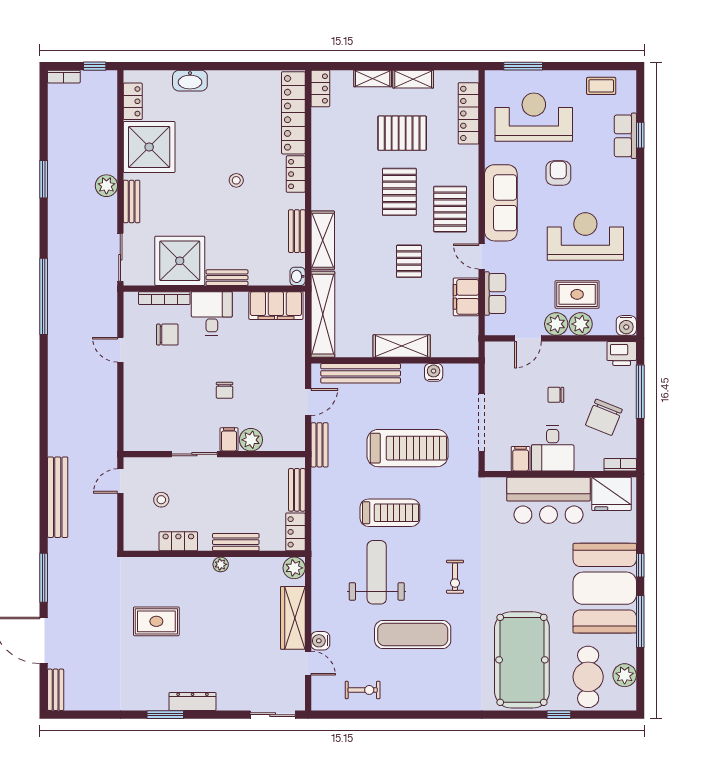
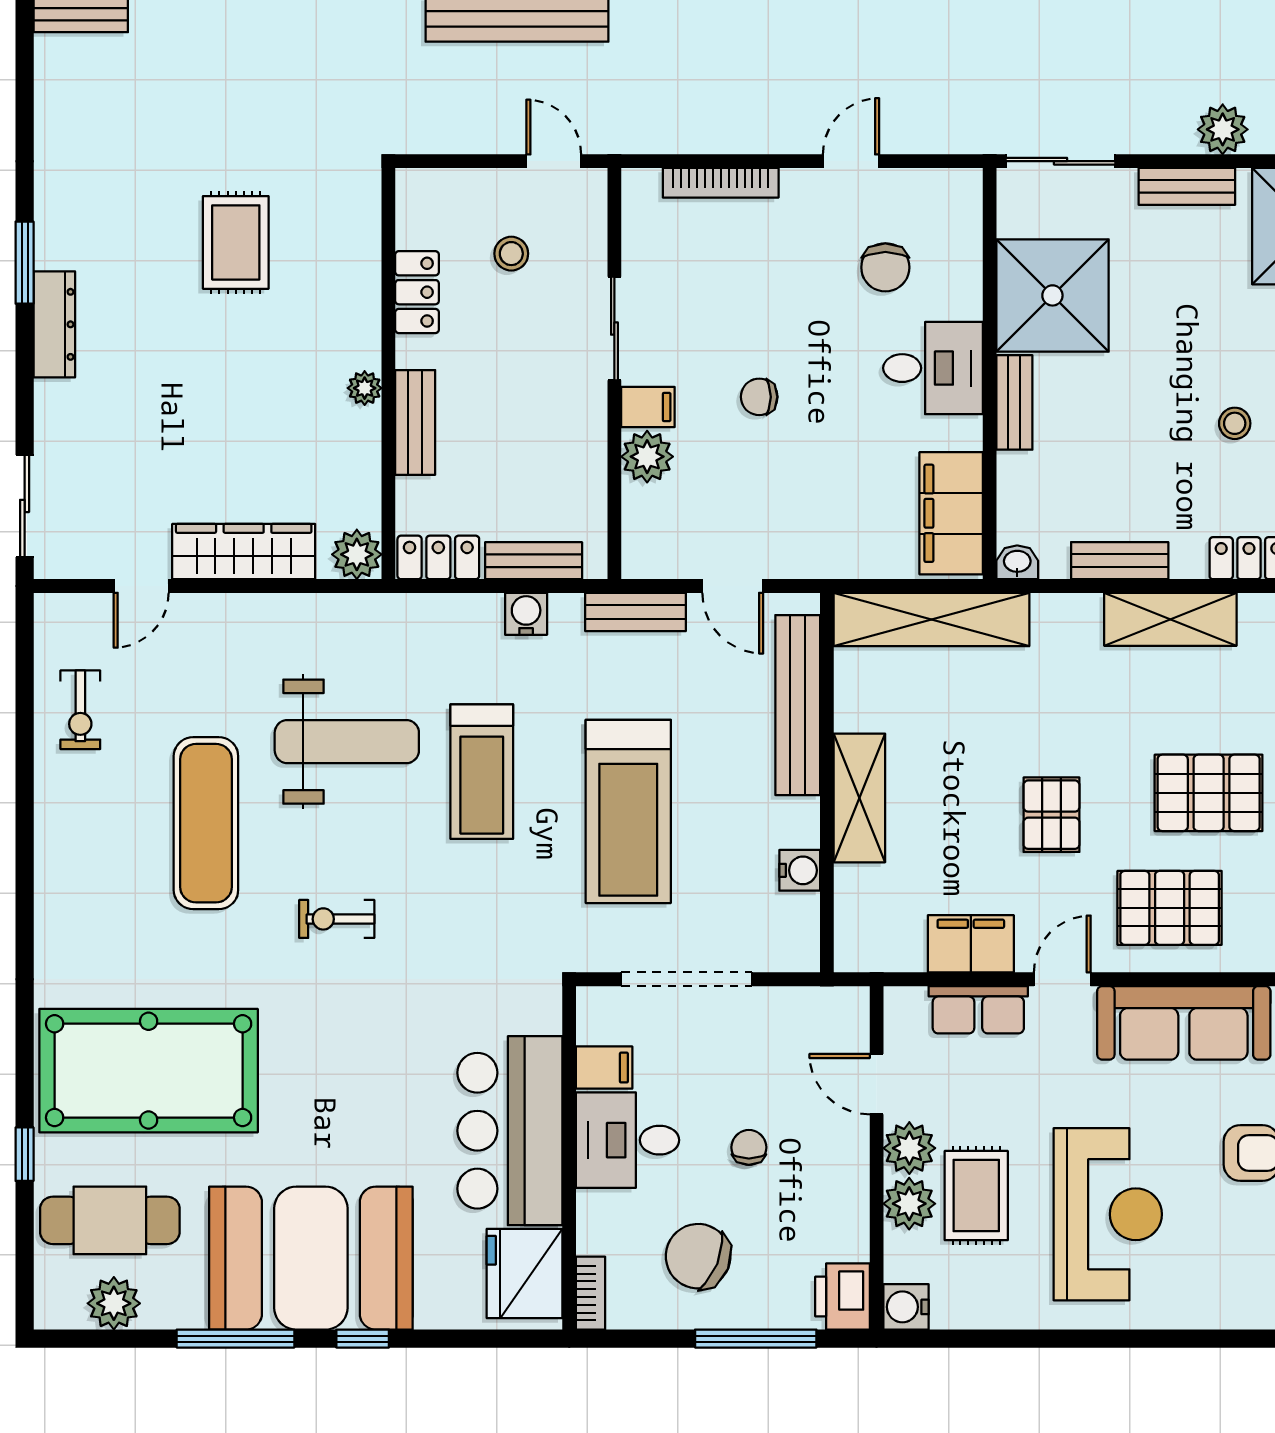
shelving: (323, 240) -> (1170, 619), moved
pallet: (409, 261) -> (1051, 815), turned 90
bookcase: (164, 298) -> (721, 183), moved, turned -90
water cooler: (320, 641) -> (526, 614), moved

